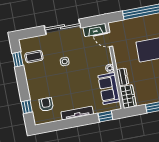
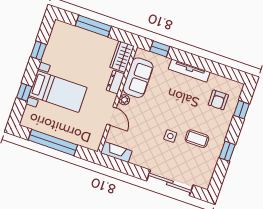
sliding door: (62, 27) -> (170, 183), moved
door: (110, 40) -> (112, 116), moved
coffee table: (34, 57) -> (197, 139), moved
window: (18, 59) -> (227, 151), moved

